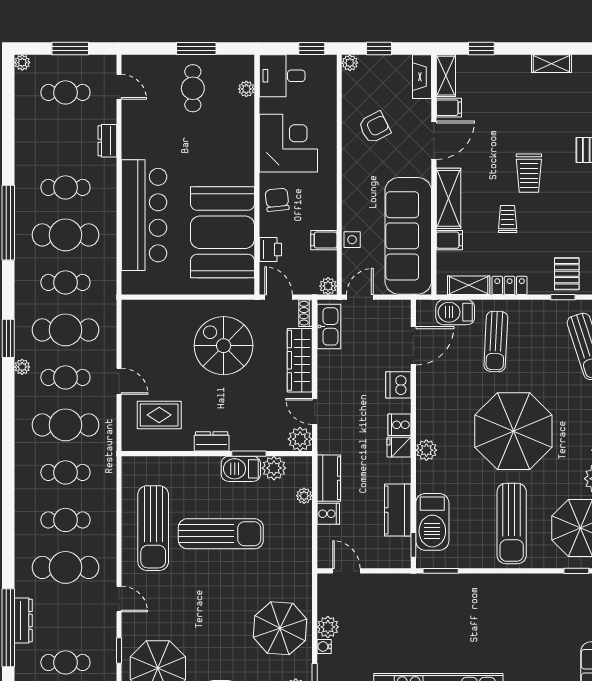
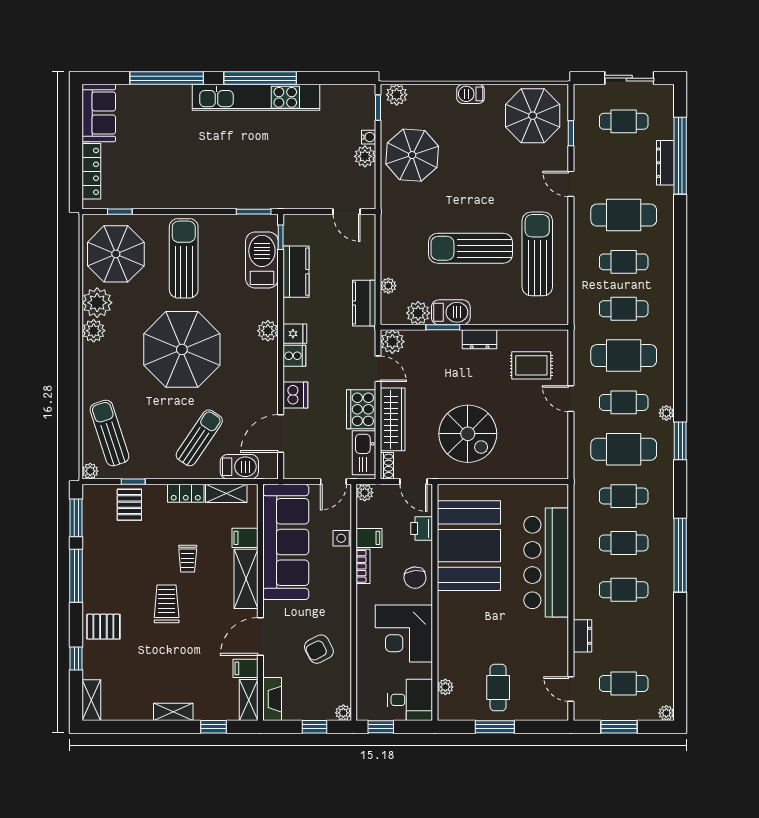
shelving: (551, 64) -> (173, 712), moved
bookcase: (330, 211) -> (363, 566), added
cafe table: (65, 235) -> (624, 543), width x0.73, depth x0.74
sun lounger: (496, 341) -> (199, 438), turned 31
cooker: (328, 514) -> (361, 409), moved, width x1.87, depth x1.31

